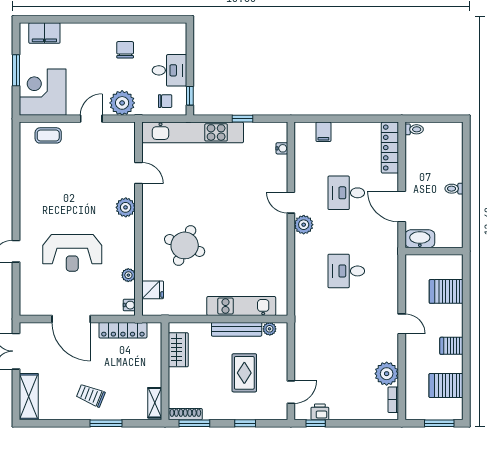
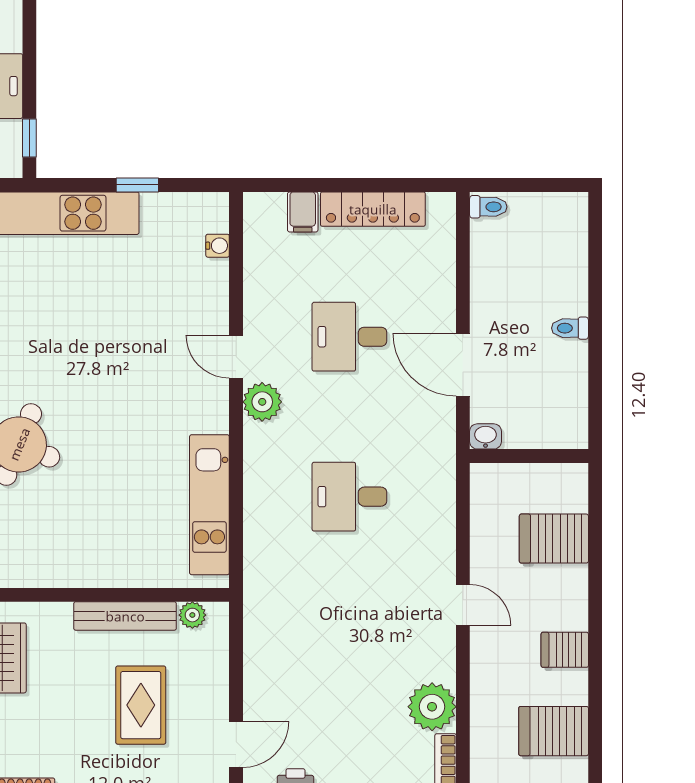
locker: (390, 148) -> (373, 209), moved, turned -90
washbasin: (420, 239) -> (486, 436), width x0.52, depth x0.69
kitchen unit: (241, 306) -> (209, 505), moved, turned -90

